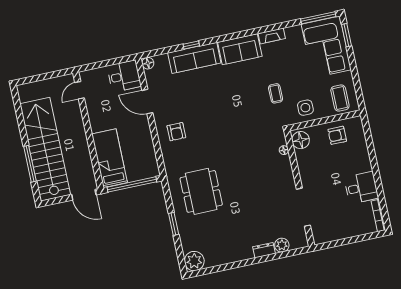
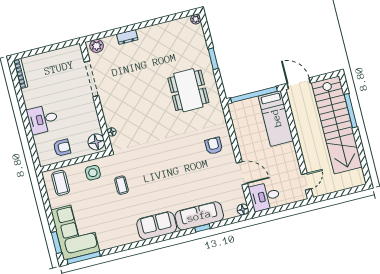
fireplace: (272, 36) -> (127, 239), removed
desk: (361, 188) -> (43, 119), moved
plant: (282, 245) -> (97, 46), moved
plant: (194, 261) -> (196, 19), width x0.53, depth x0.53

